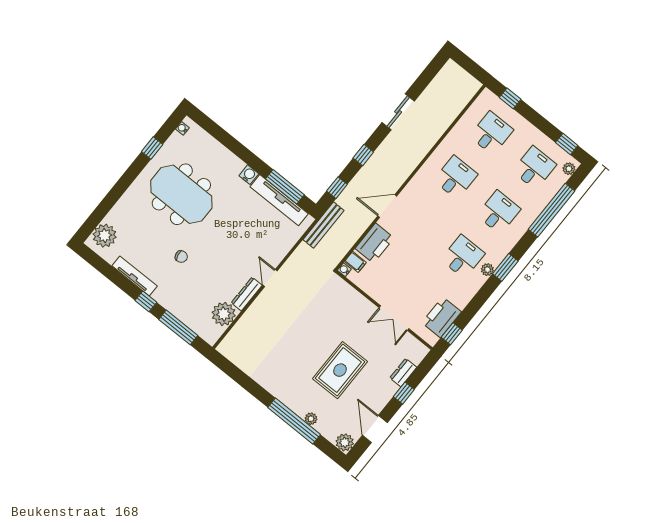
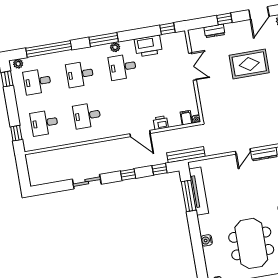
water cooler: (249, 175) -> (206, 240), moved
printer: (375, 243) -> (161, 123), width x0.53, depth x0.68
window: (505, 267) -> (104, 40), width x1.44
printer: (442, 317) -> (148, 46), moved

